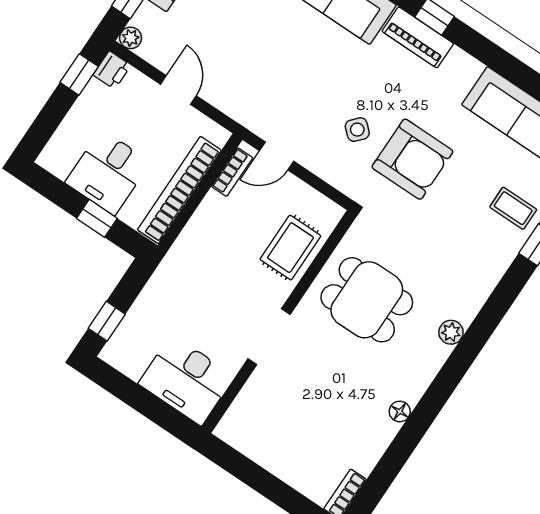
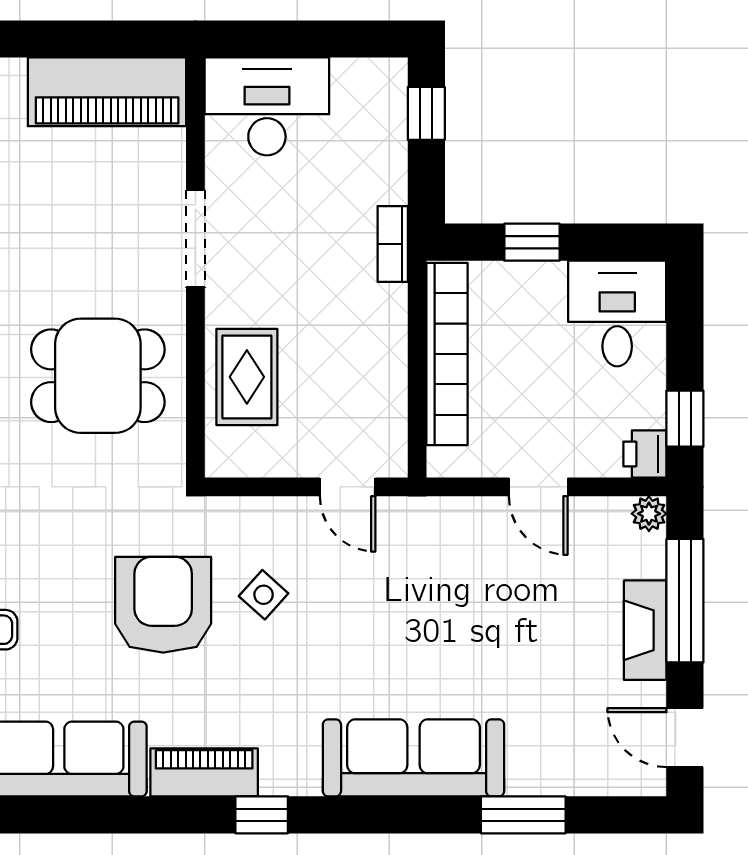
piano: (418, 37) -> (204, 772), moved
door: (277, 156) -> (348, 487), swing flipped
armchair: (412, 159) -> (163, 605), turned 90
desk: (108, 172) -> (617, 314), moved
bookcase: (232, 172) -> (393, 244), moved
piano: (264, 443) -> (107, 92), added

